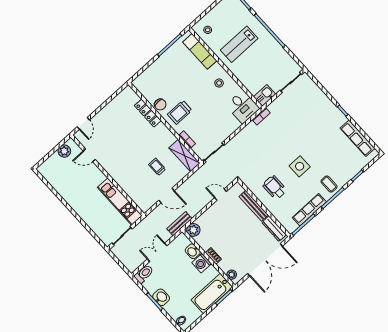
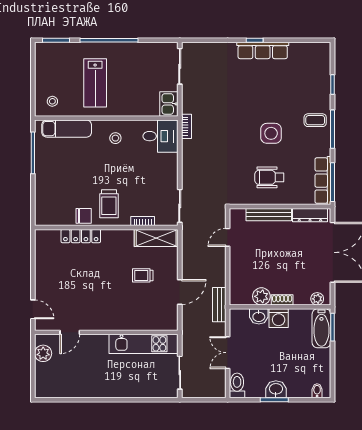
row of seats: (357, 138) -> (263, 50), moved
row of seats: (309, 210) -> (323, 181), moved
plant: (193, 230) -> (261, 296), moved
bathtub: (212, 294) -> (321, 328), width x0.73, depth x0.73

